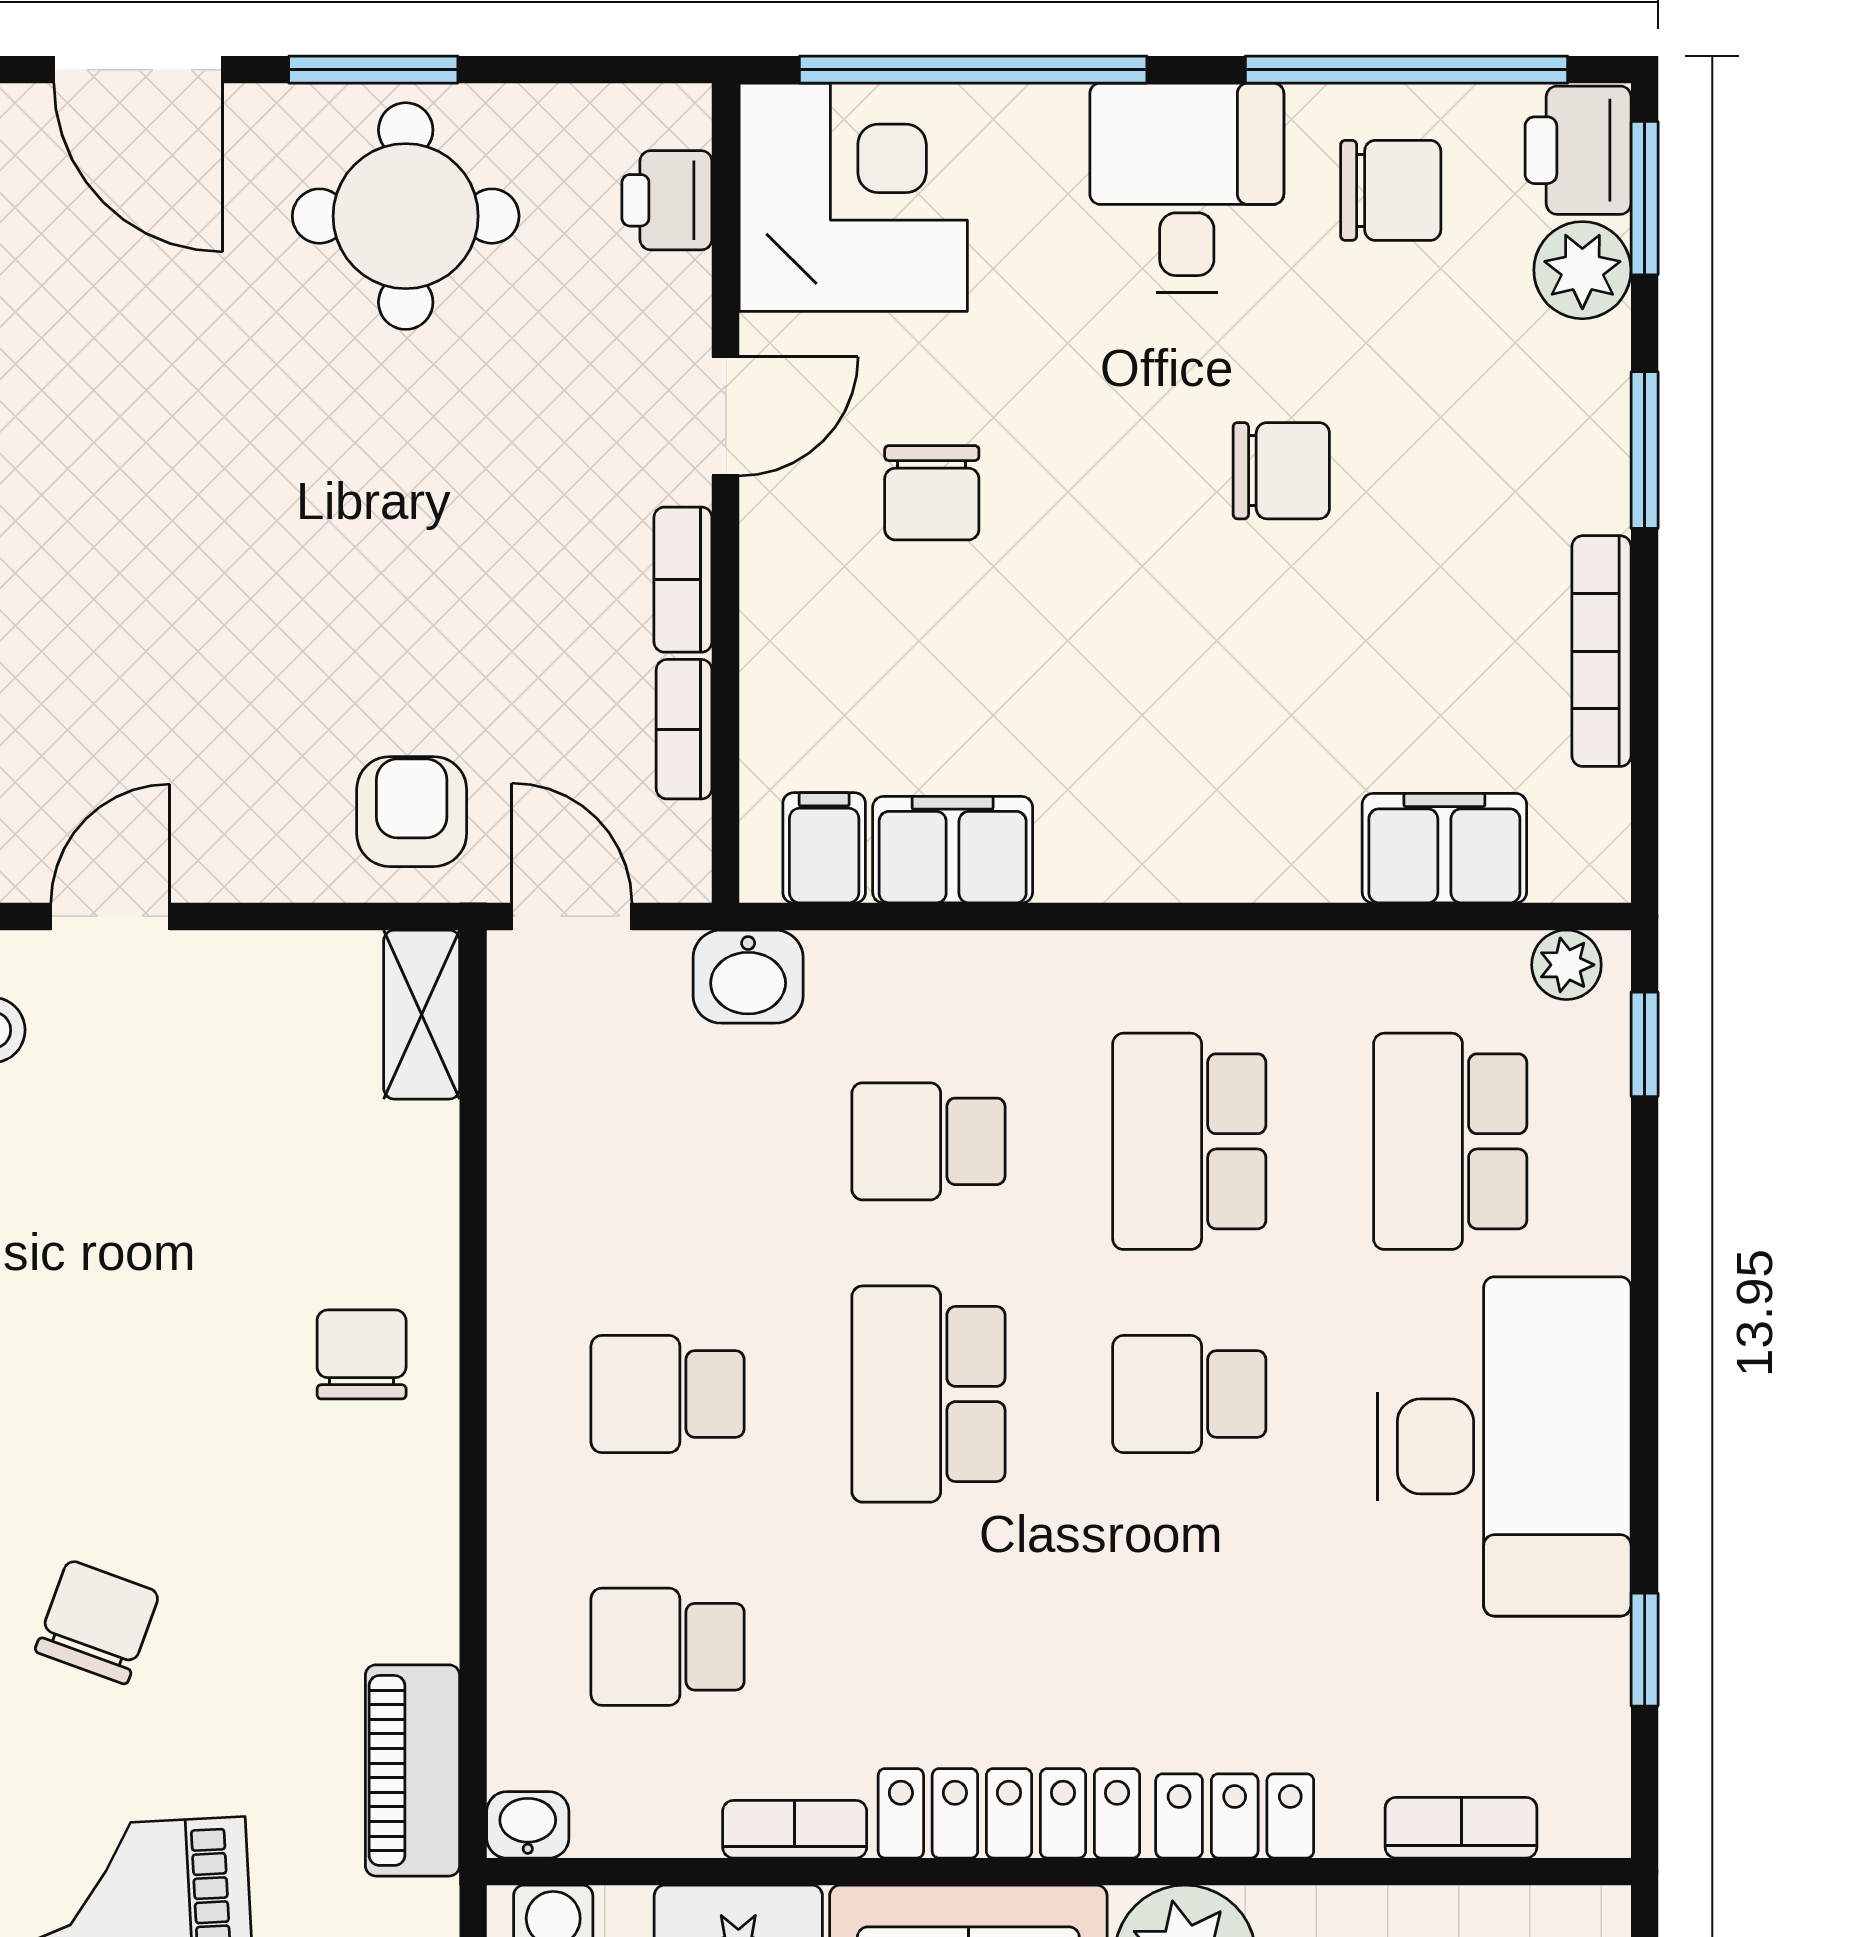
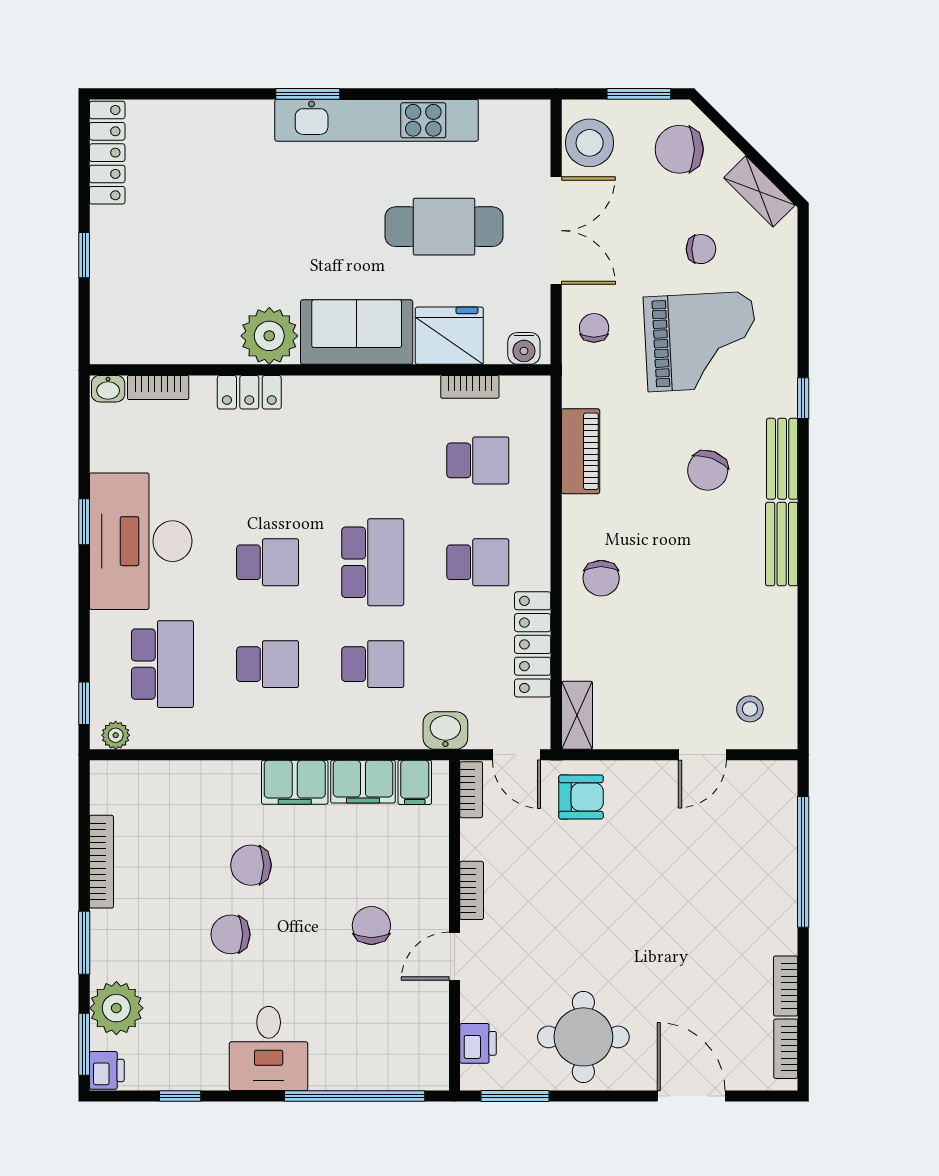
window: (373, 70) -> (515, 1096), moved
window: (1406, 70) -> (180, 1096), width x0.32
printer: (1578, 150) -> (107, 1070), width x0.73, depth x0.81
chair: (1391, 190) -> (251, 865), moved
corner desk: (853, 197) -> (403, 1045), removed
plant: (1582, 270) -> (116, 1008), width x1.36, depth x1.36
bookcase: (684, 729) -> (471, 790), moved
armchair: (412, 812) -> (581, 797), turned -90
filing cabinet: (1444, 848) -> (295, 782), moved
school desk: (1189, 1141) -> (268, 664), width x0.54
window: (1645, 1650) -> (84, 522), moved
piano: (412, 1770) -> (581, 451), moved
locker: (1009, 1813) -> (533, 644), moved, turned 90
washbasin: (528, 1825) -> (108, 389), moved
bookcase: (795, 1829) -> (470, 387), moved

